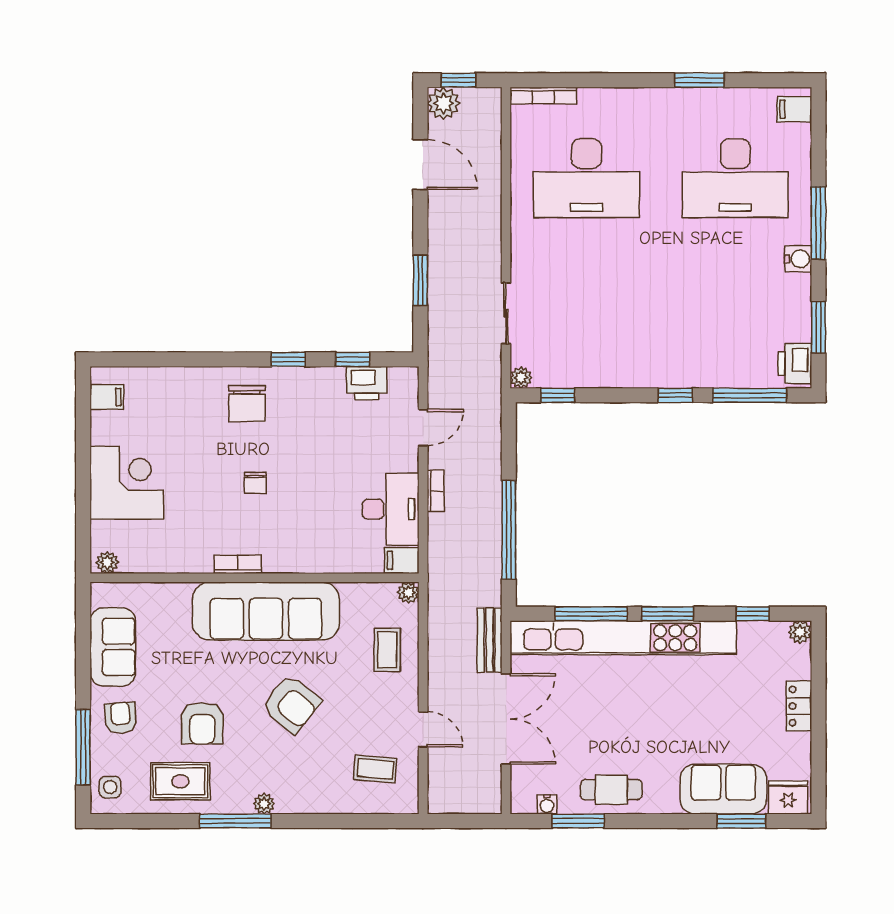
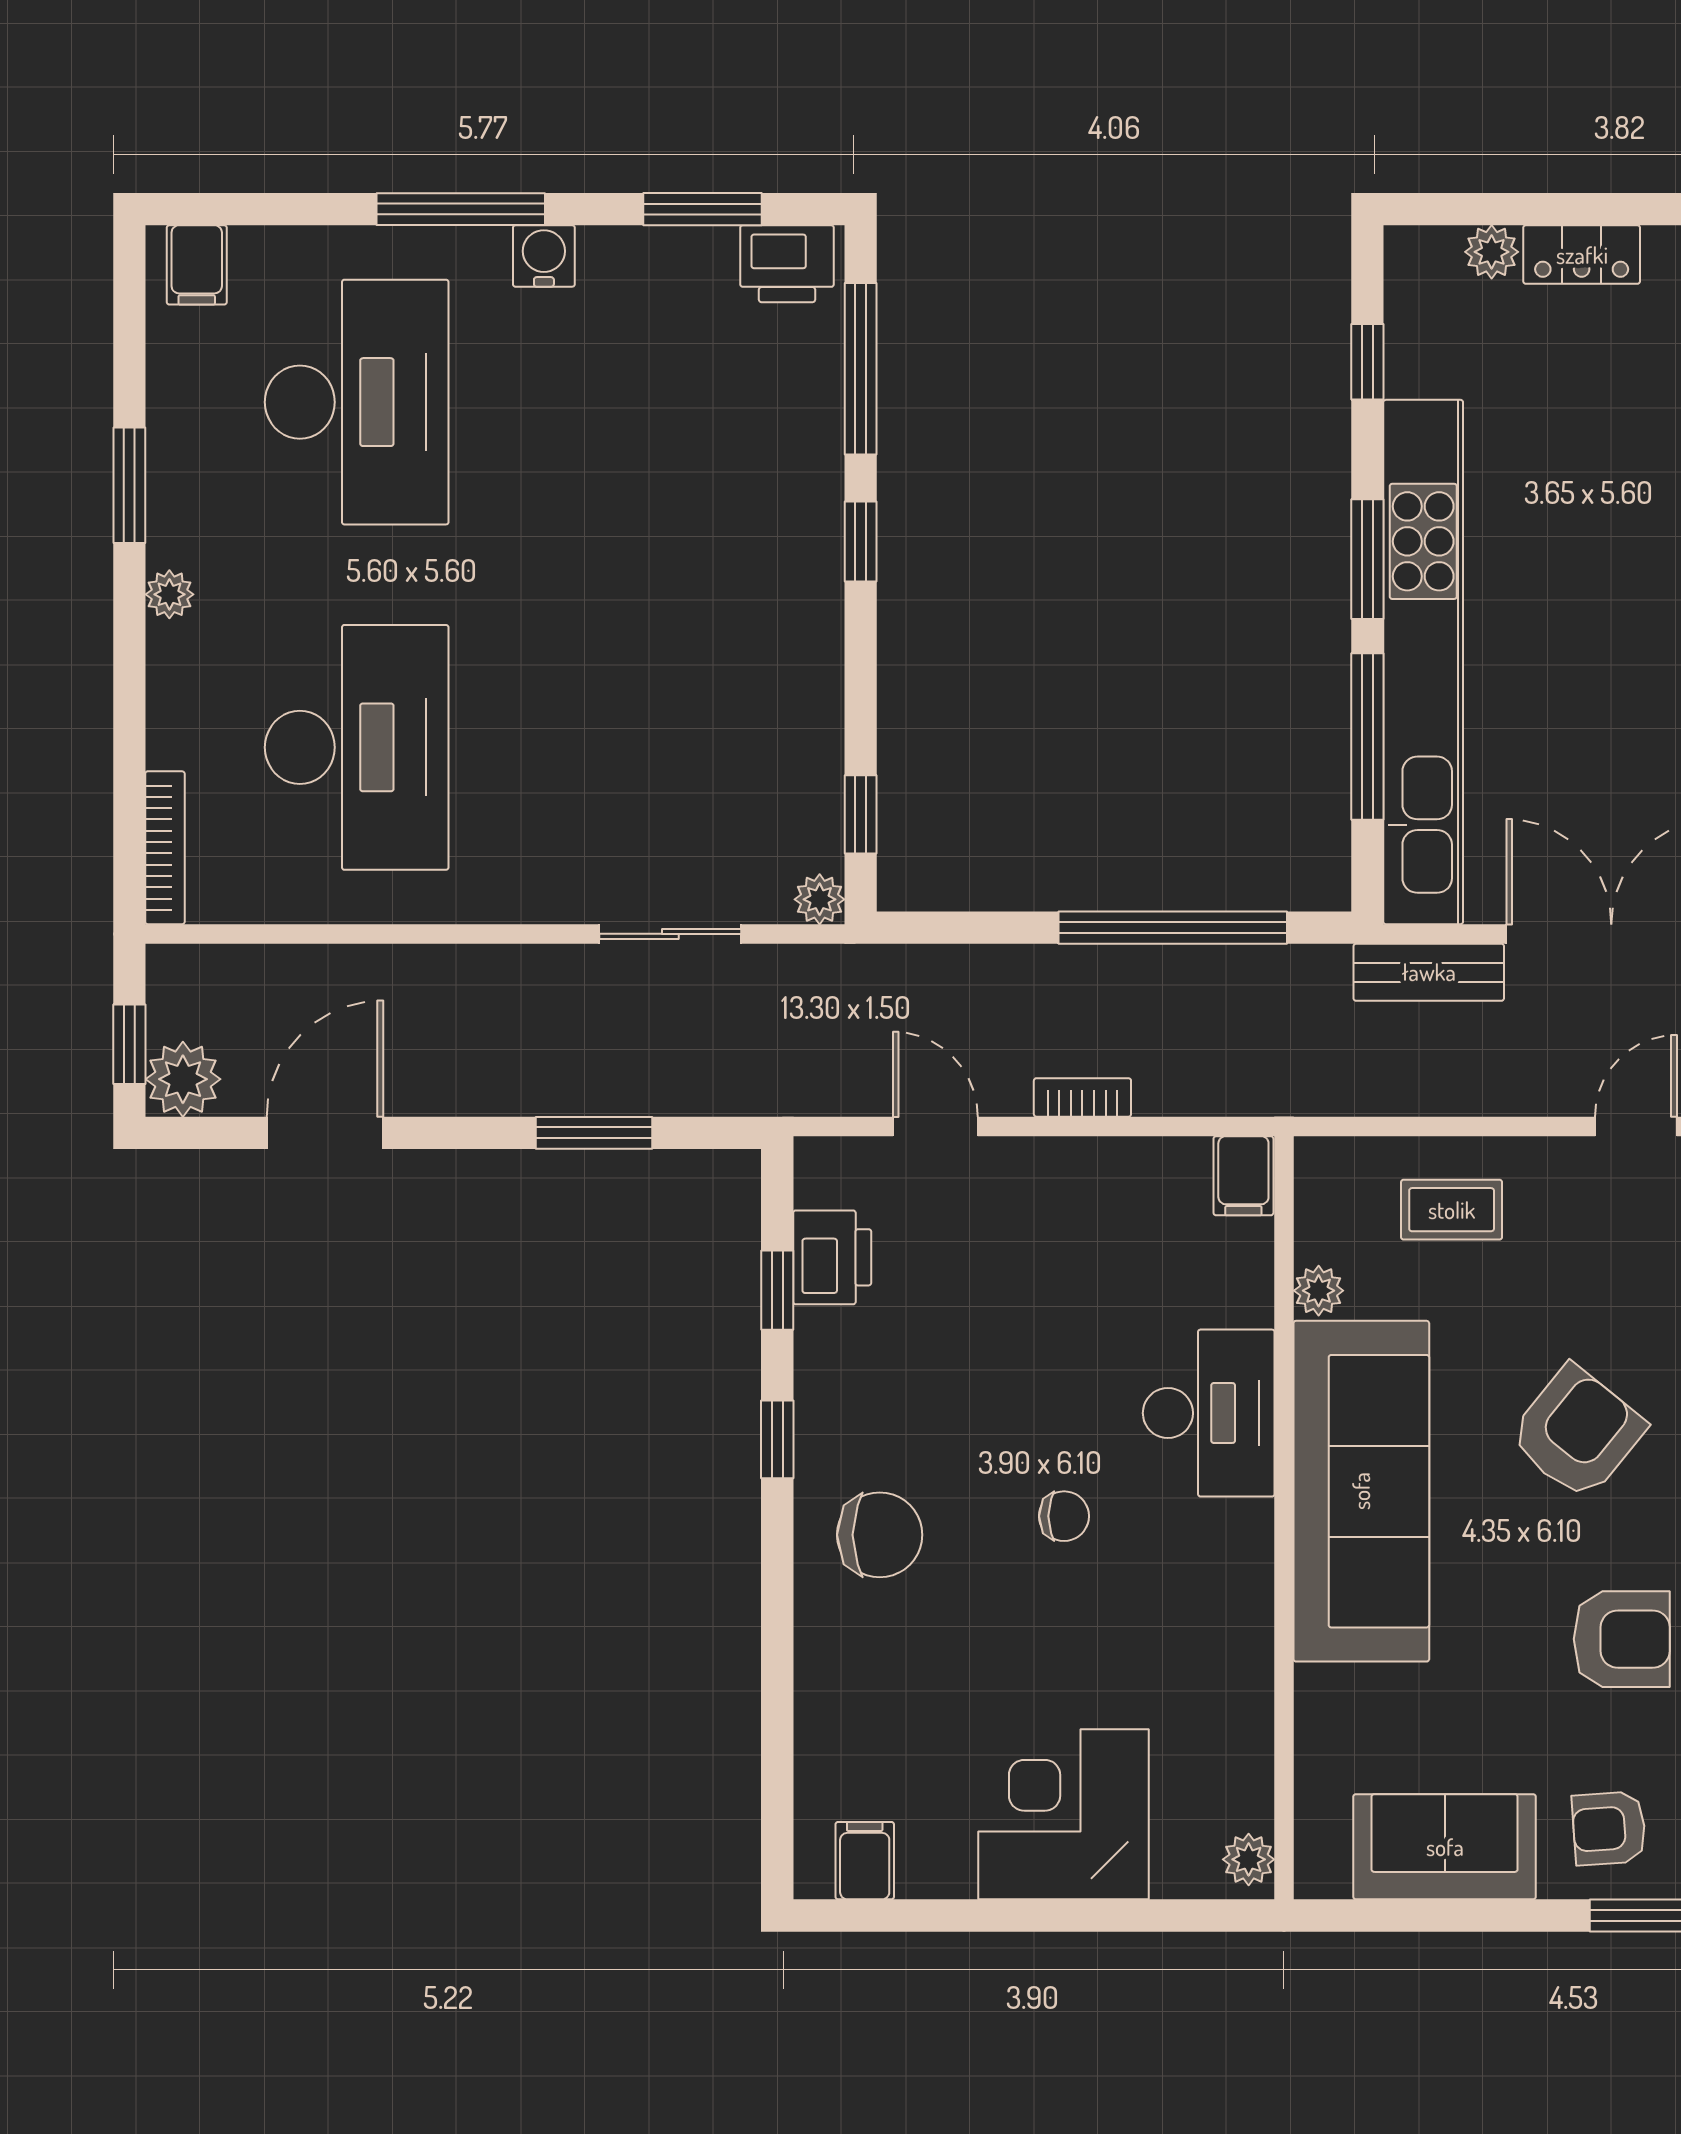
plant: (652, 97) -> (169, 594), added
desk: (391, 509) -> (1209, 1413), moved, turned 90
bookcase: (238, 564) -> (1253, 1556), removed
plant: (408, 593) -> (1319, 1291), moved
plant: (800, 632) -> (1492, 252), moved

